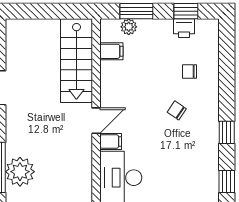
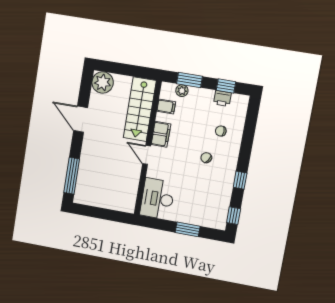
door: (96, 121) -> (147, 155), swing flipped
filing cabinet: (111, 142) -> (161, 134), moved, width x2.00
plant: (20, 172) -> (103, 83), moved

